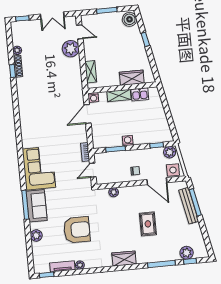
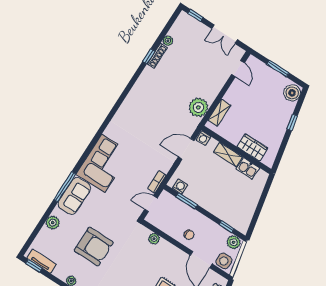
plant: (71, 49) -> (198, 107), moved
washing machine: (128, 141) -> (180, 187), moved
tv unit: (62, 266) -> (42, 261), moved

